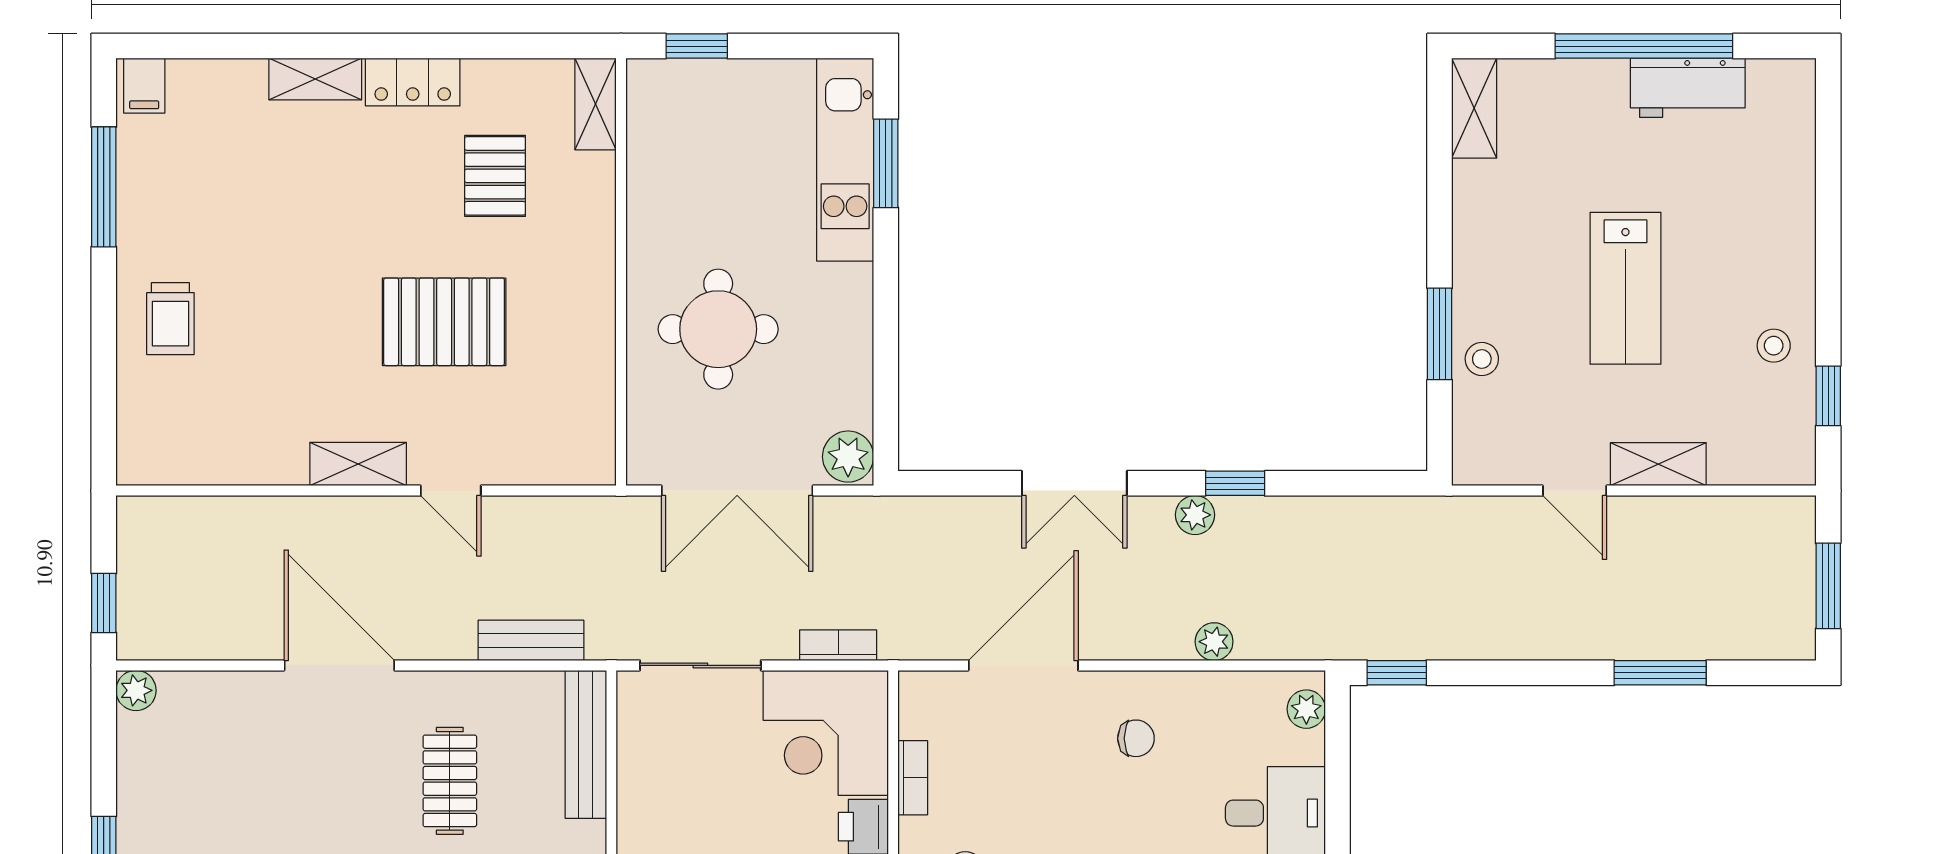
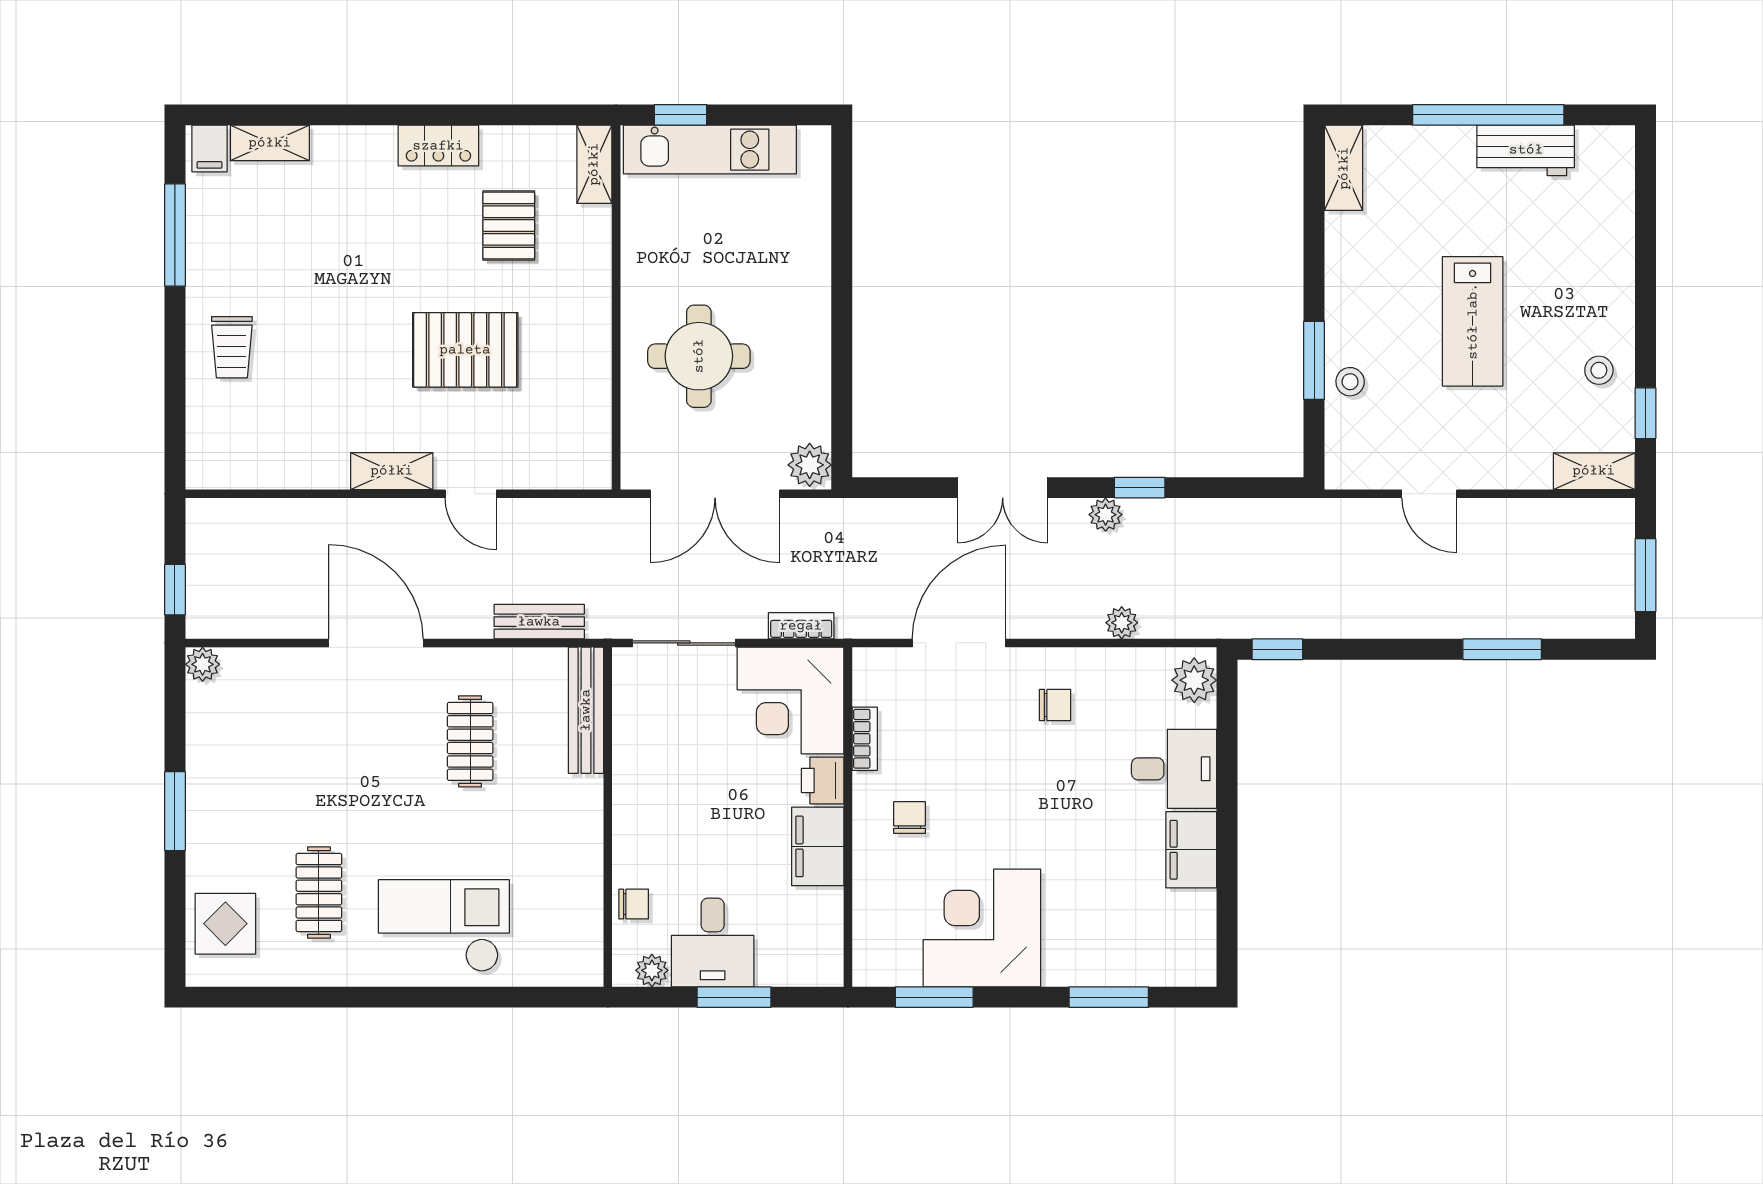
shelving: (315, 79) -> (270, 143), moved
kitchen unit: (845, 160) -> (710, 150), moved, turned -90
window: (886, 163) -> (842, 215), removed
shelving: (1658, 464) -> (1594, 471), moved
plant: (1306, 709) -> (1194, 680), width x1.38, depth x1.38

